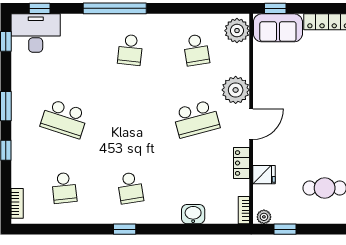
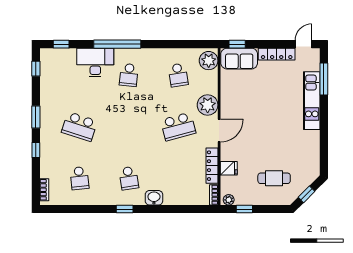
desk: (36, 33) -> (95, 62), moved
locker: (241, 163) -> (212, 166), width x1.53
washbasin: (193, 214) -> (154, 198), moved

